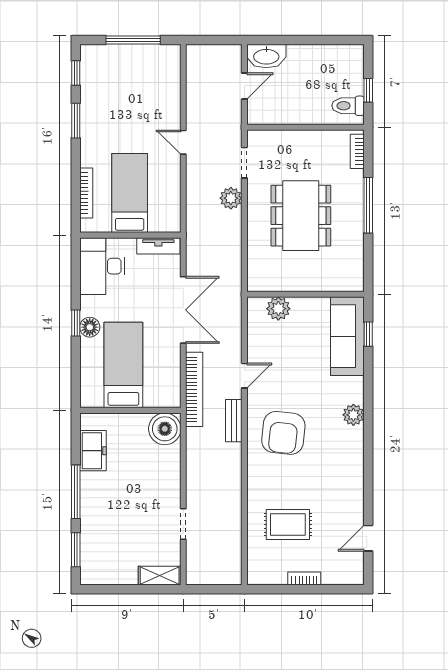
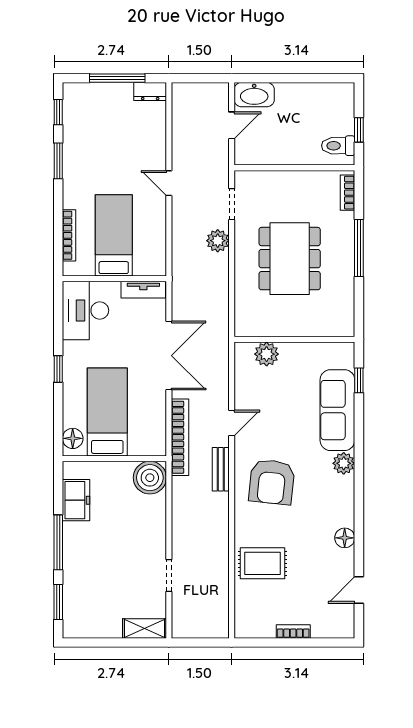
dresser: (165, 53) -> (150, 91), added
floor lamp: (90, 327) -> (73, 438), moved
sofa: (347, 336) -> (337, 410), moved
floor lamp: (354, 487) -> (345, 538), added
rug: (288, 525) -> (263, 563), moved

